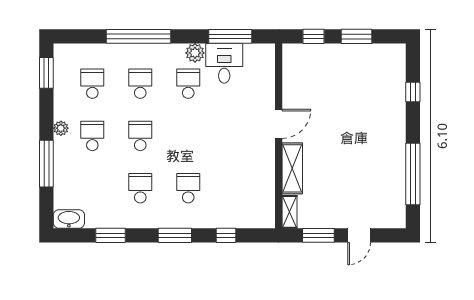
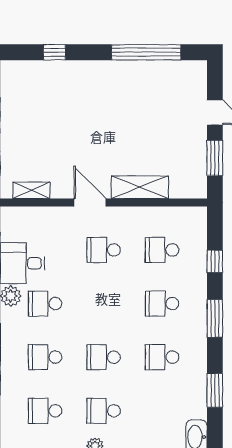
school desk: (236, 136) -> (104, 250), added
school desk: (236, 188) -> (162, 250), added
shelving: (289, 212) -> (32, 190), moved

